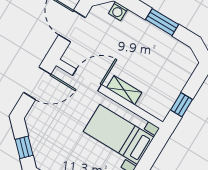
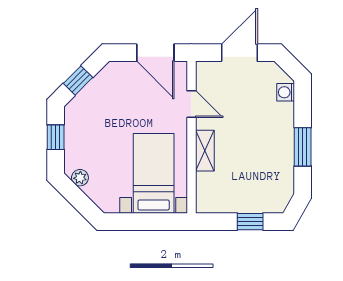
door: (87, 80) -> (191, 104), width x0.73
window: (182, 105) -> (250, 222), moved

